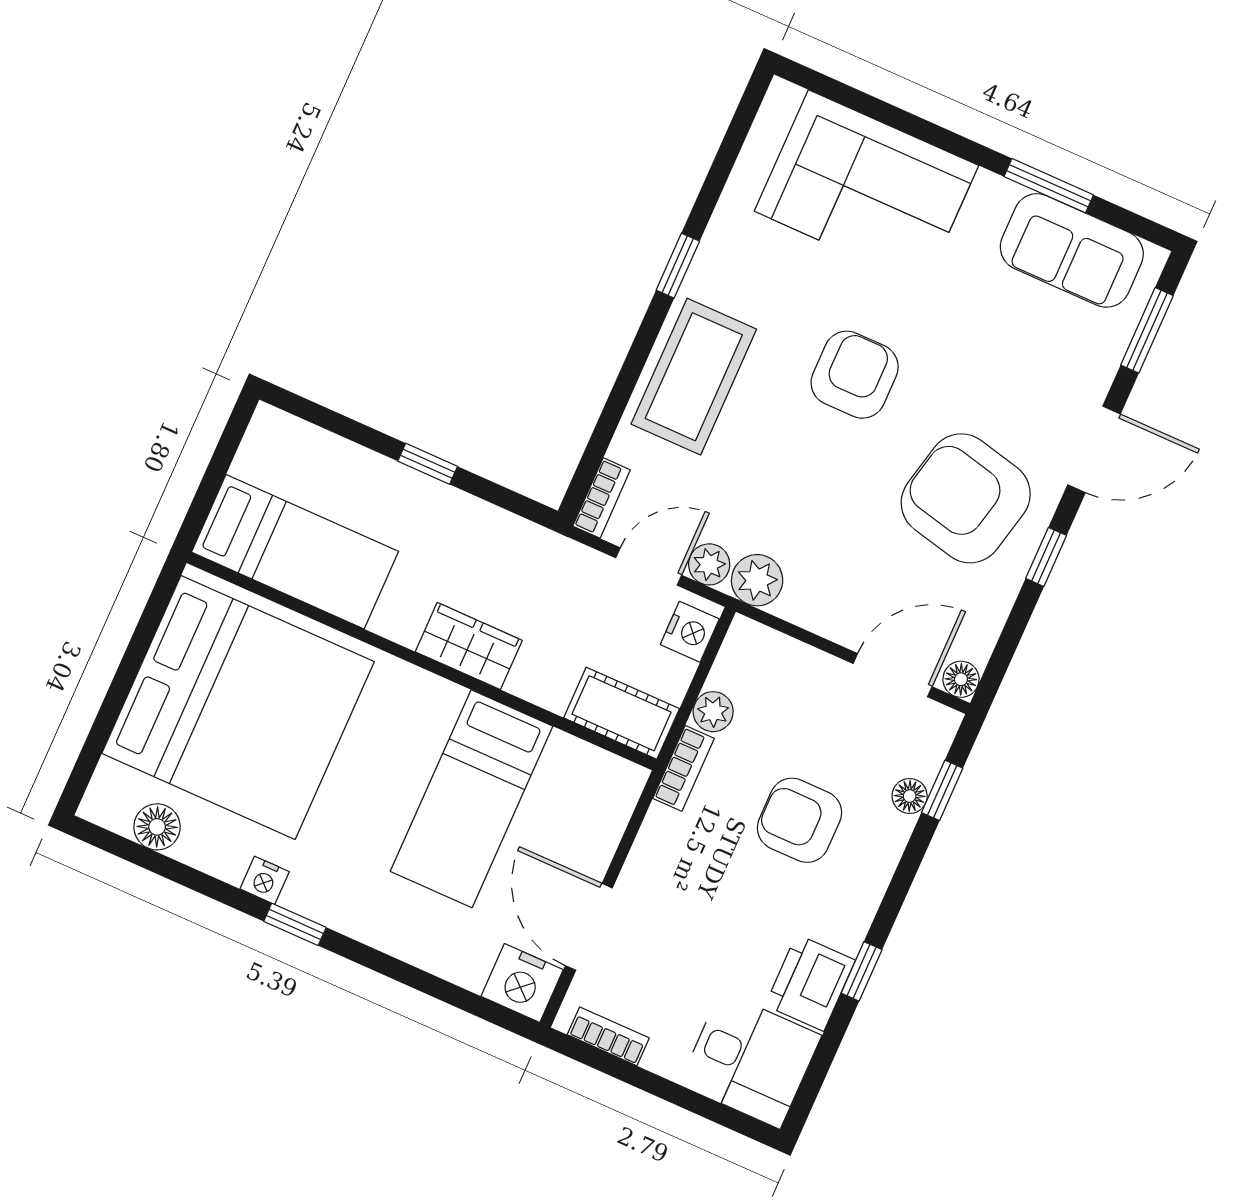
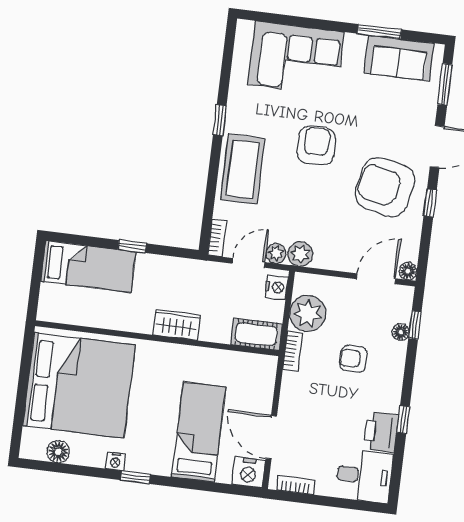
bed: (295, 552) -> (88, 266), moved
plant: (713, 712) -> (308, 313), width x1.87, depth x1.87
bed: (472, 799) -> (199, 432), moved, turned 180
armchair: (799, 820) -> (353, 359), width x0.72, depth x0.72

